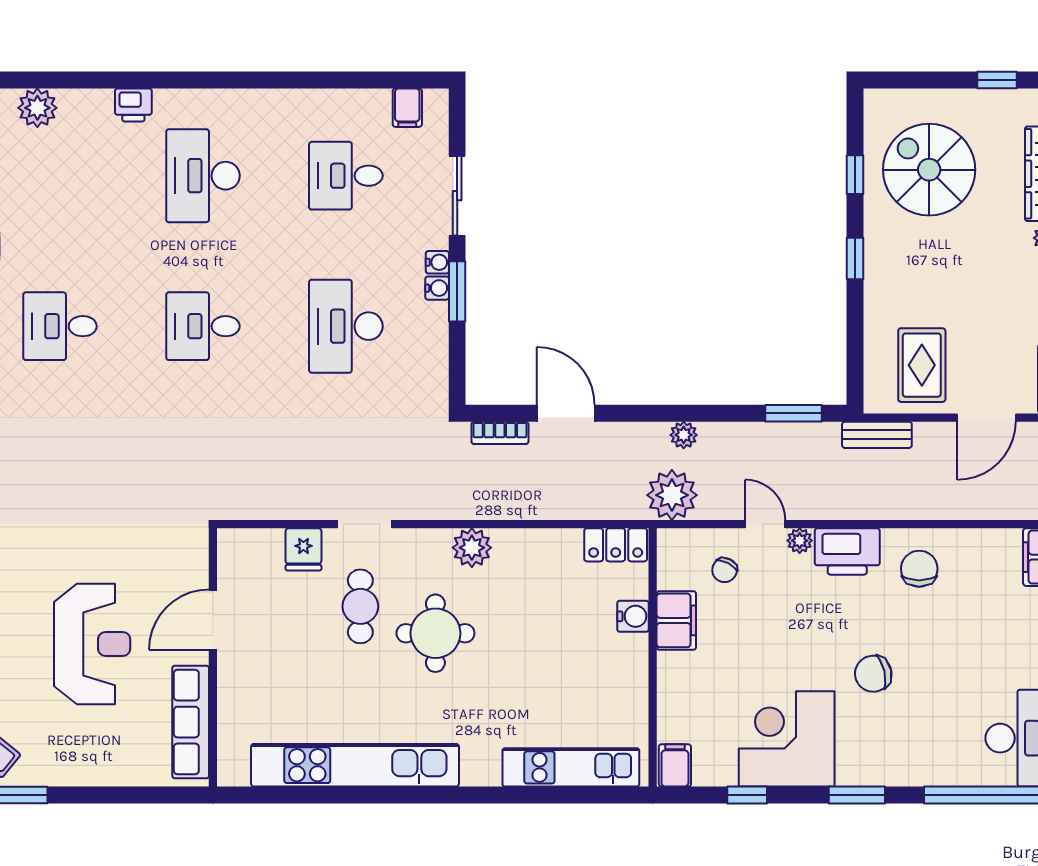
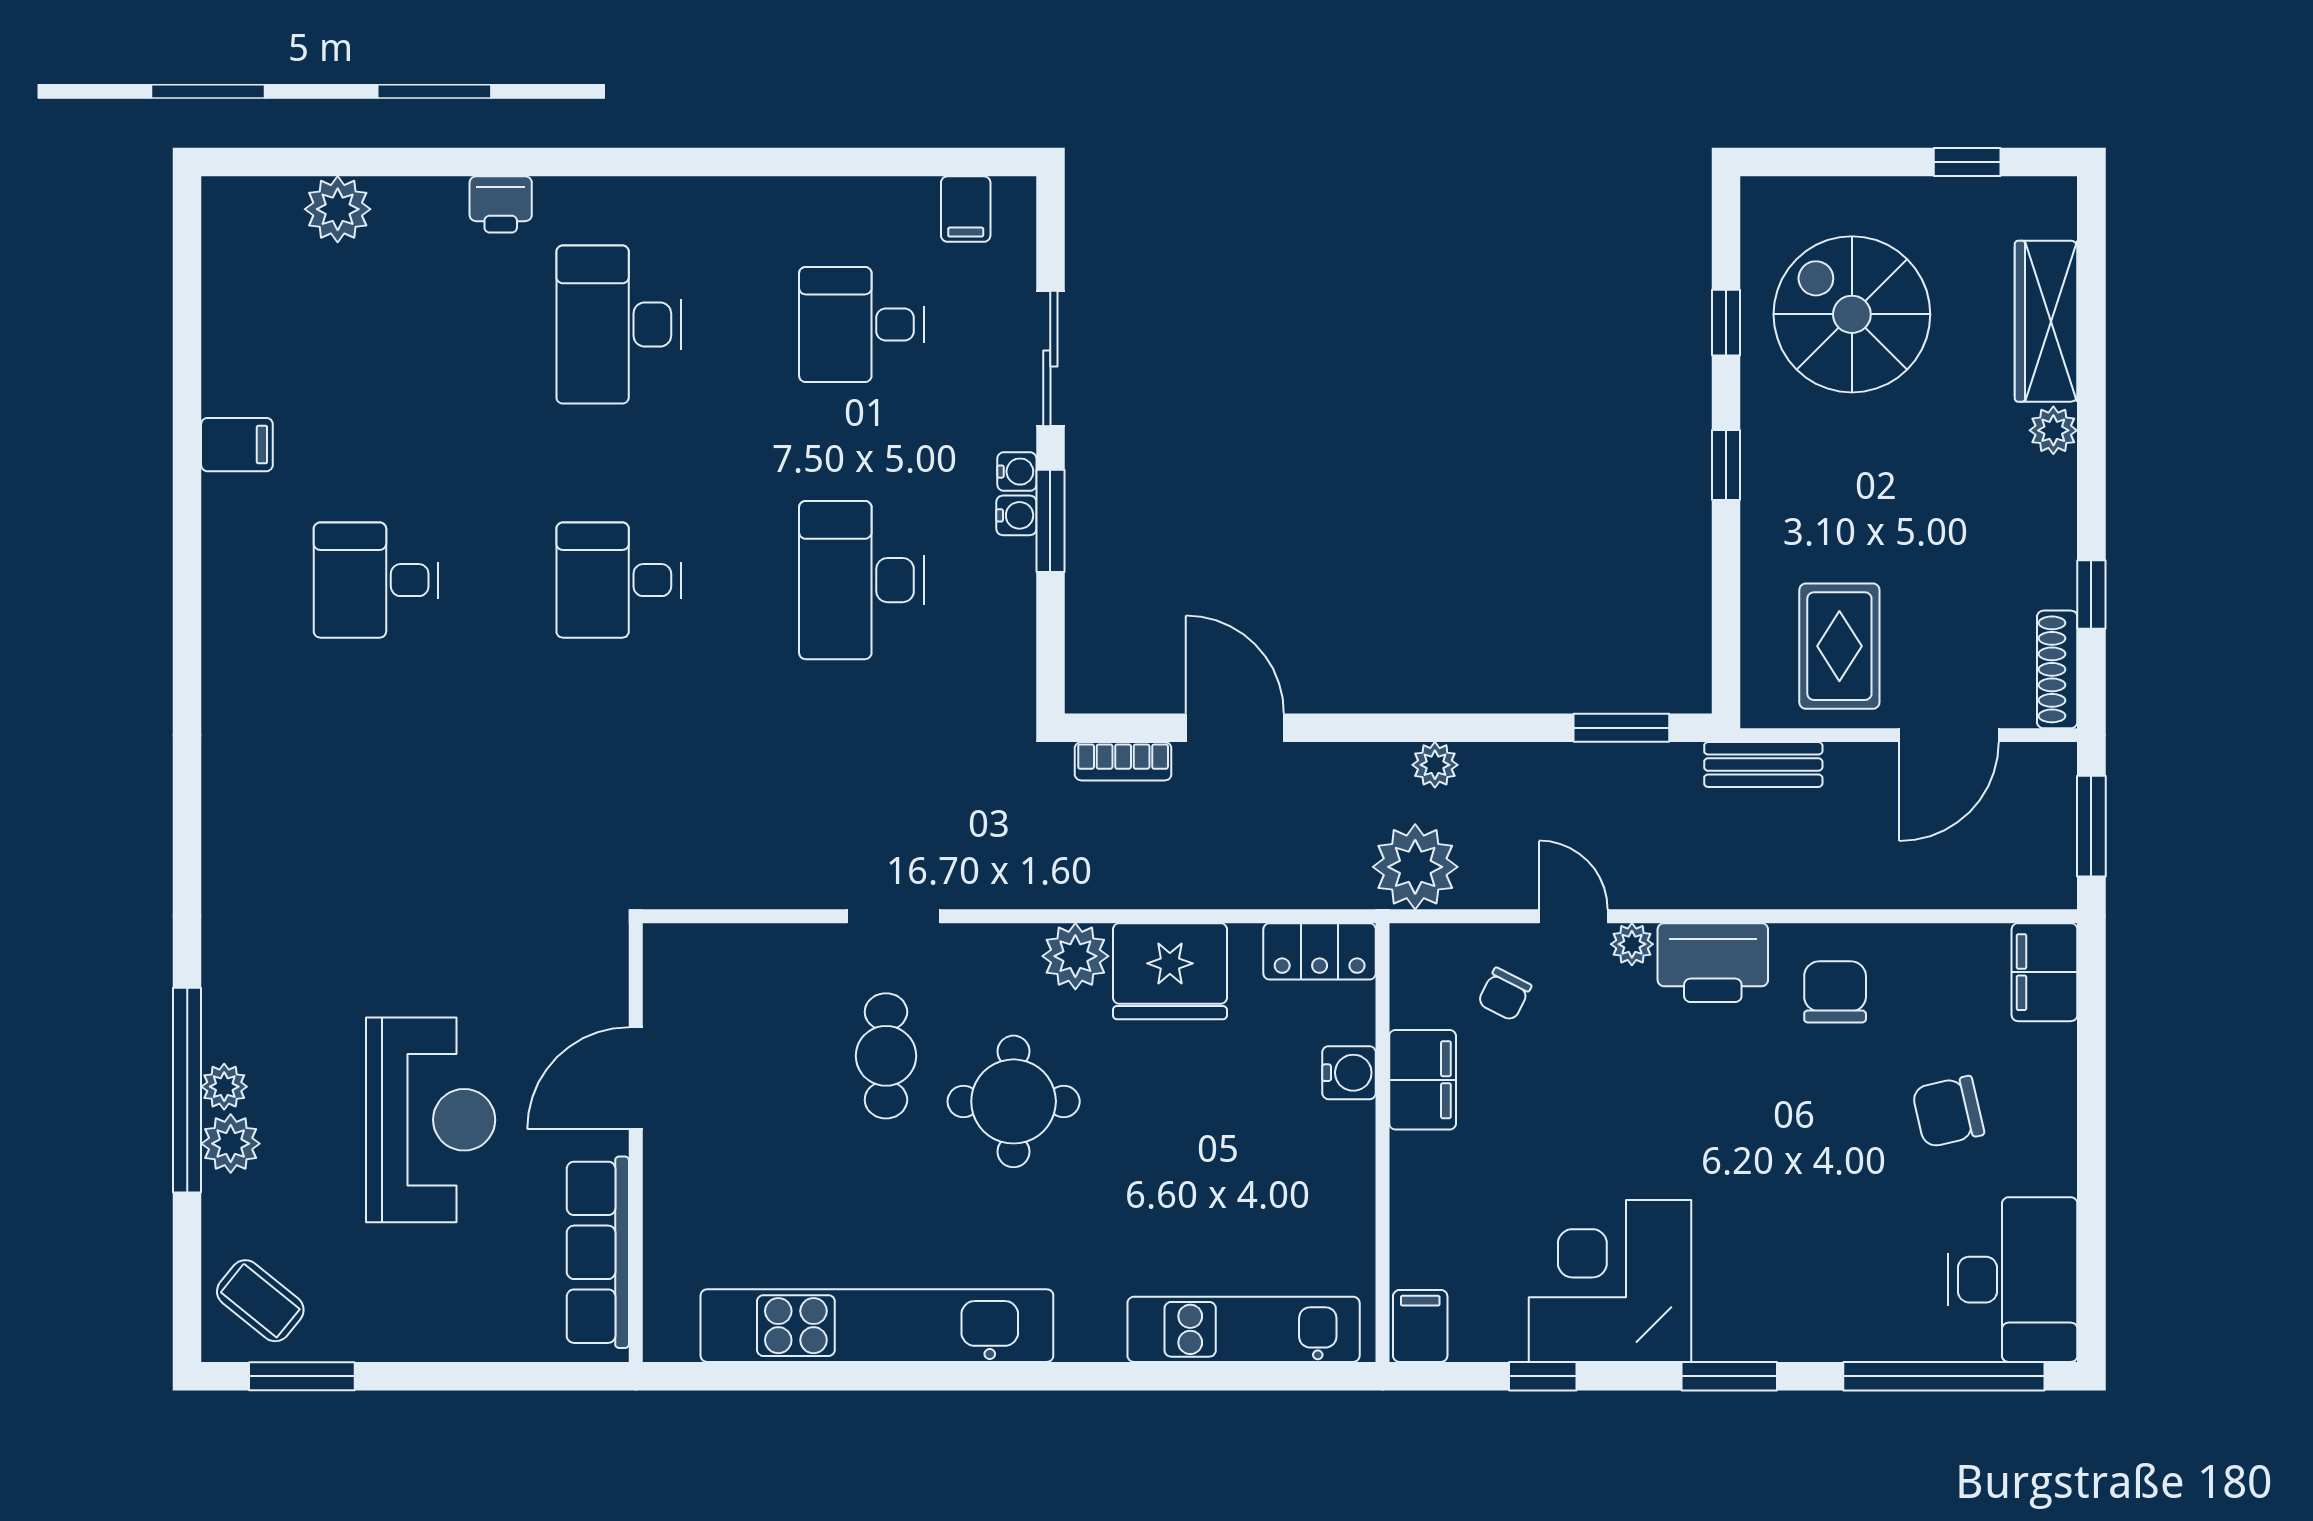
fridge: (303, 549) -> (1170, 971), moved, width x1.88, depth x1.34
chair: (873, 674) -> (1948, 1112), moved

